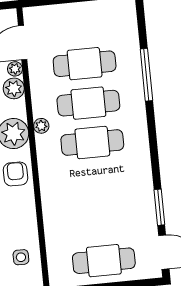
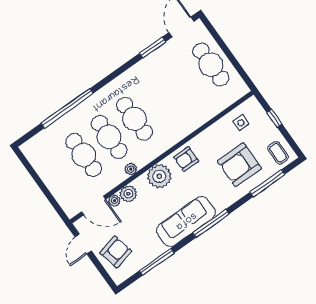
window: (146, 75) -> (67, 108), width x1.46
plant: (41, 126) -> (131, 169), moved

